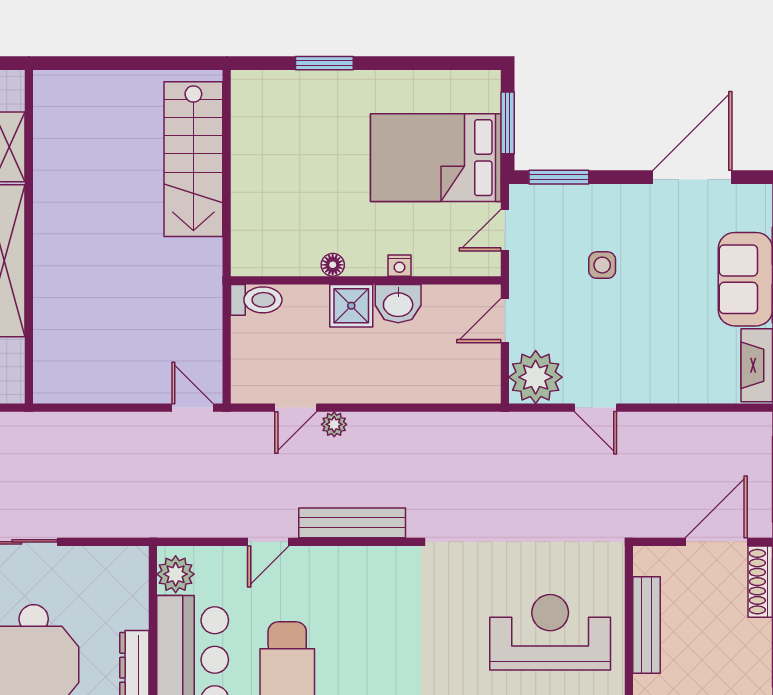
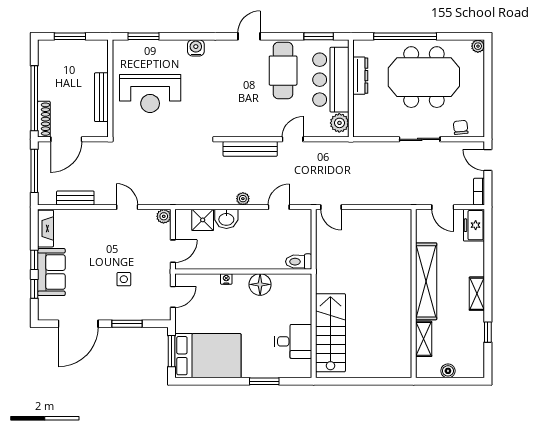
desk: (267, 142) -> (293, 341), added
bed: (436, 158) -> (208, 356), moved
window: (559, 177) -> (127, 324), moved
floor lamp: (333, 265) -> (260, 284), width x1.89, depth x1.89
washbasin: (398, 304) -> (226, 219), moved, turned 180
shower: (351, 306) -> (203, 220), moved
plant: (536, 377) -> (164, 216), width x0.53, depth x0.53
plant: (334, 424) -> (243, 199), moved
bench: (698, 426) -> (75, 198), added

